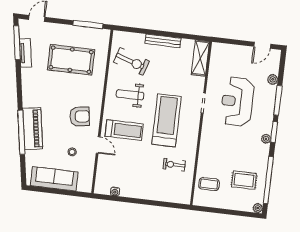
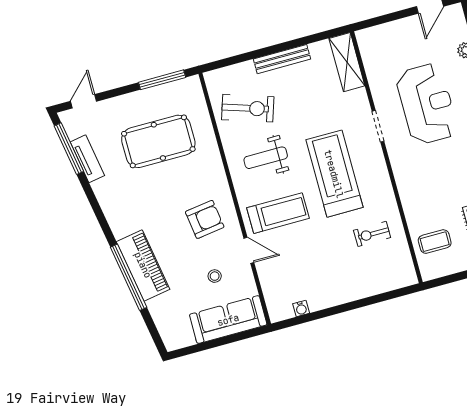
reception desk: (237, 102) -> (427, 104), turned 180
sofa: (54, 179) -> (228, 320), moved

